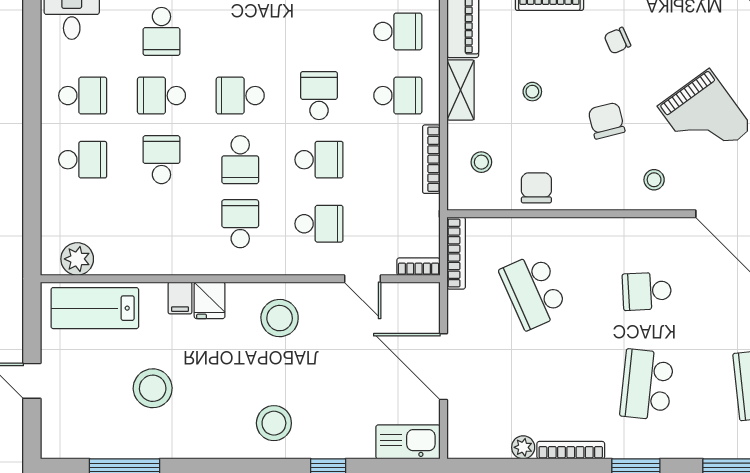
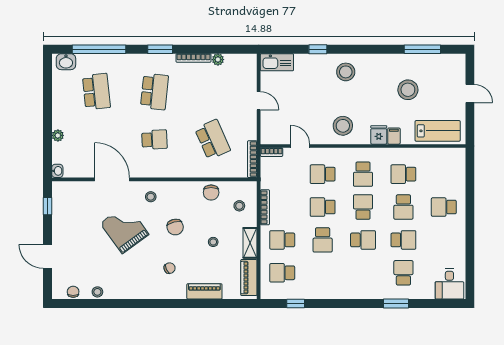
school desk: (83, 96) -> (403, 174), moved
plant: (77, 259) -> (447, 156), removed
door: (444, 367) -> (259, 101), width x0.53

